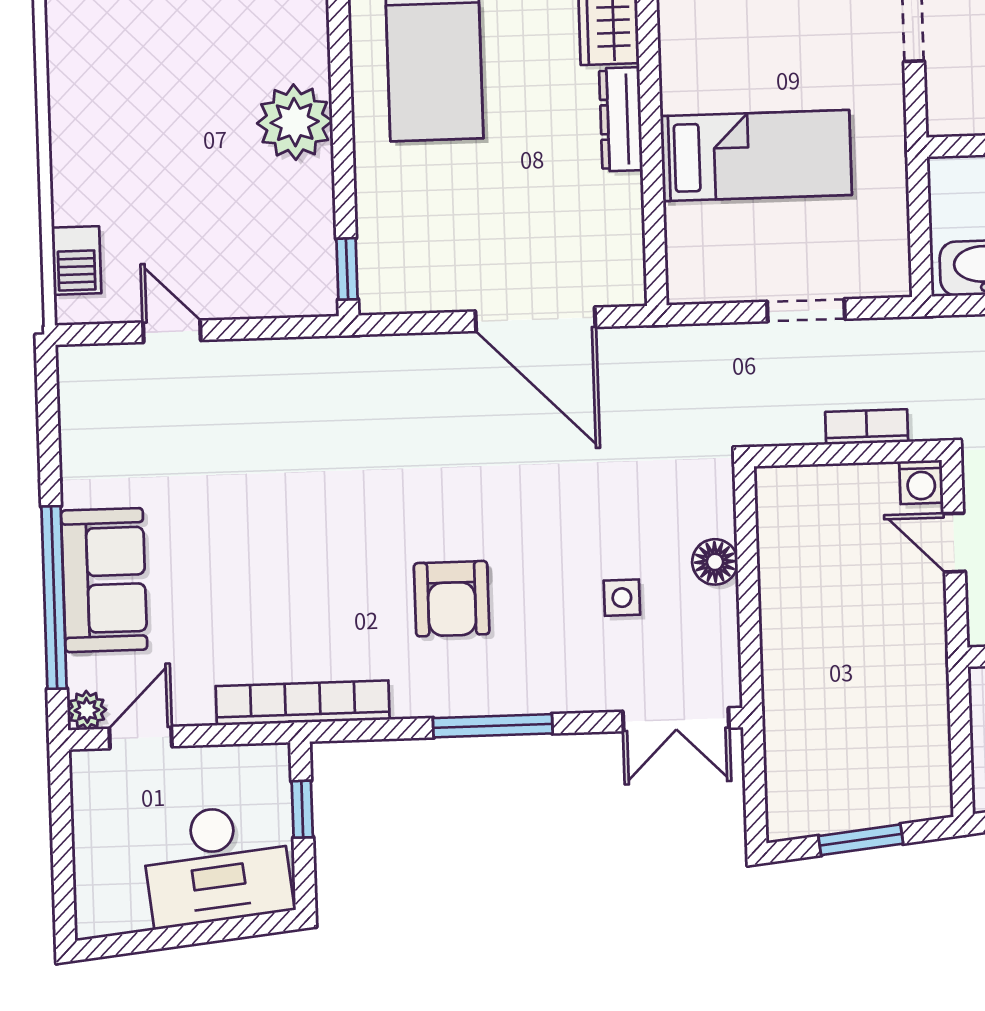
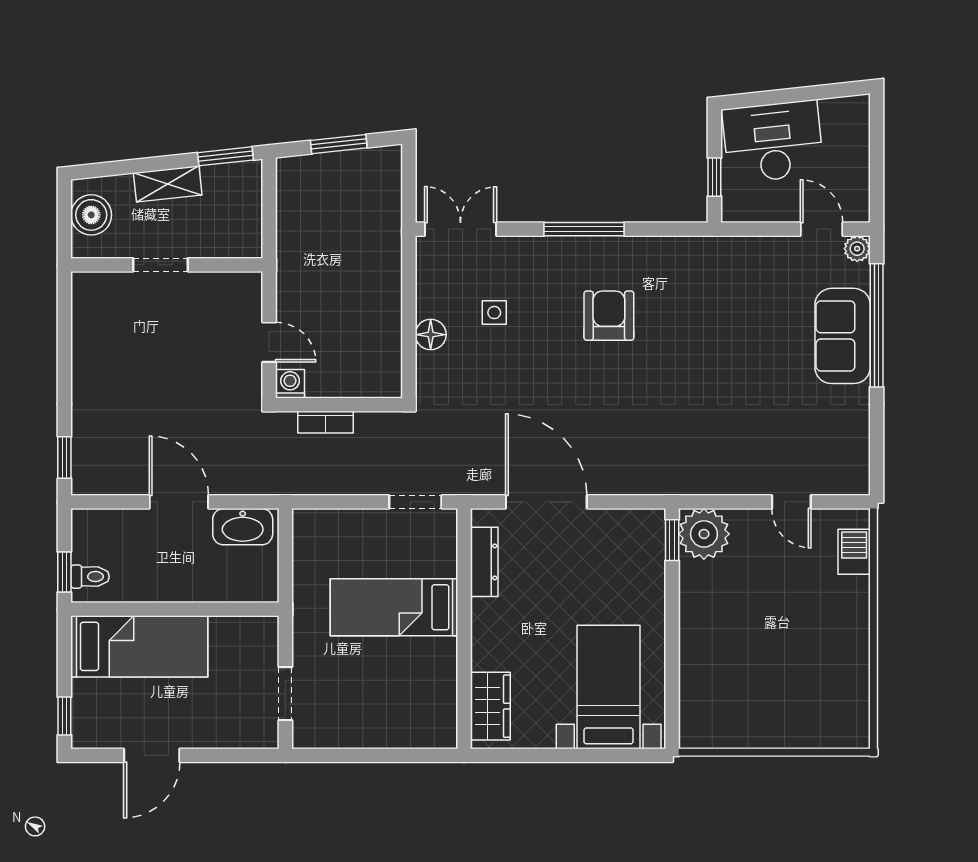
dresser: (621, 119) -> (484, 562), moved
plant: (295, 122) -> (704, 534), moved
doorway: (806, 310) -> (415, 502), moved
bookcase: (303, 703) -> (712, 249), removed
door: (141, 737) -> (822, 229), swing flipped

